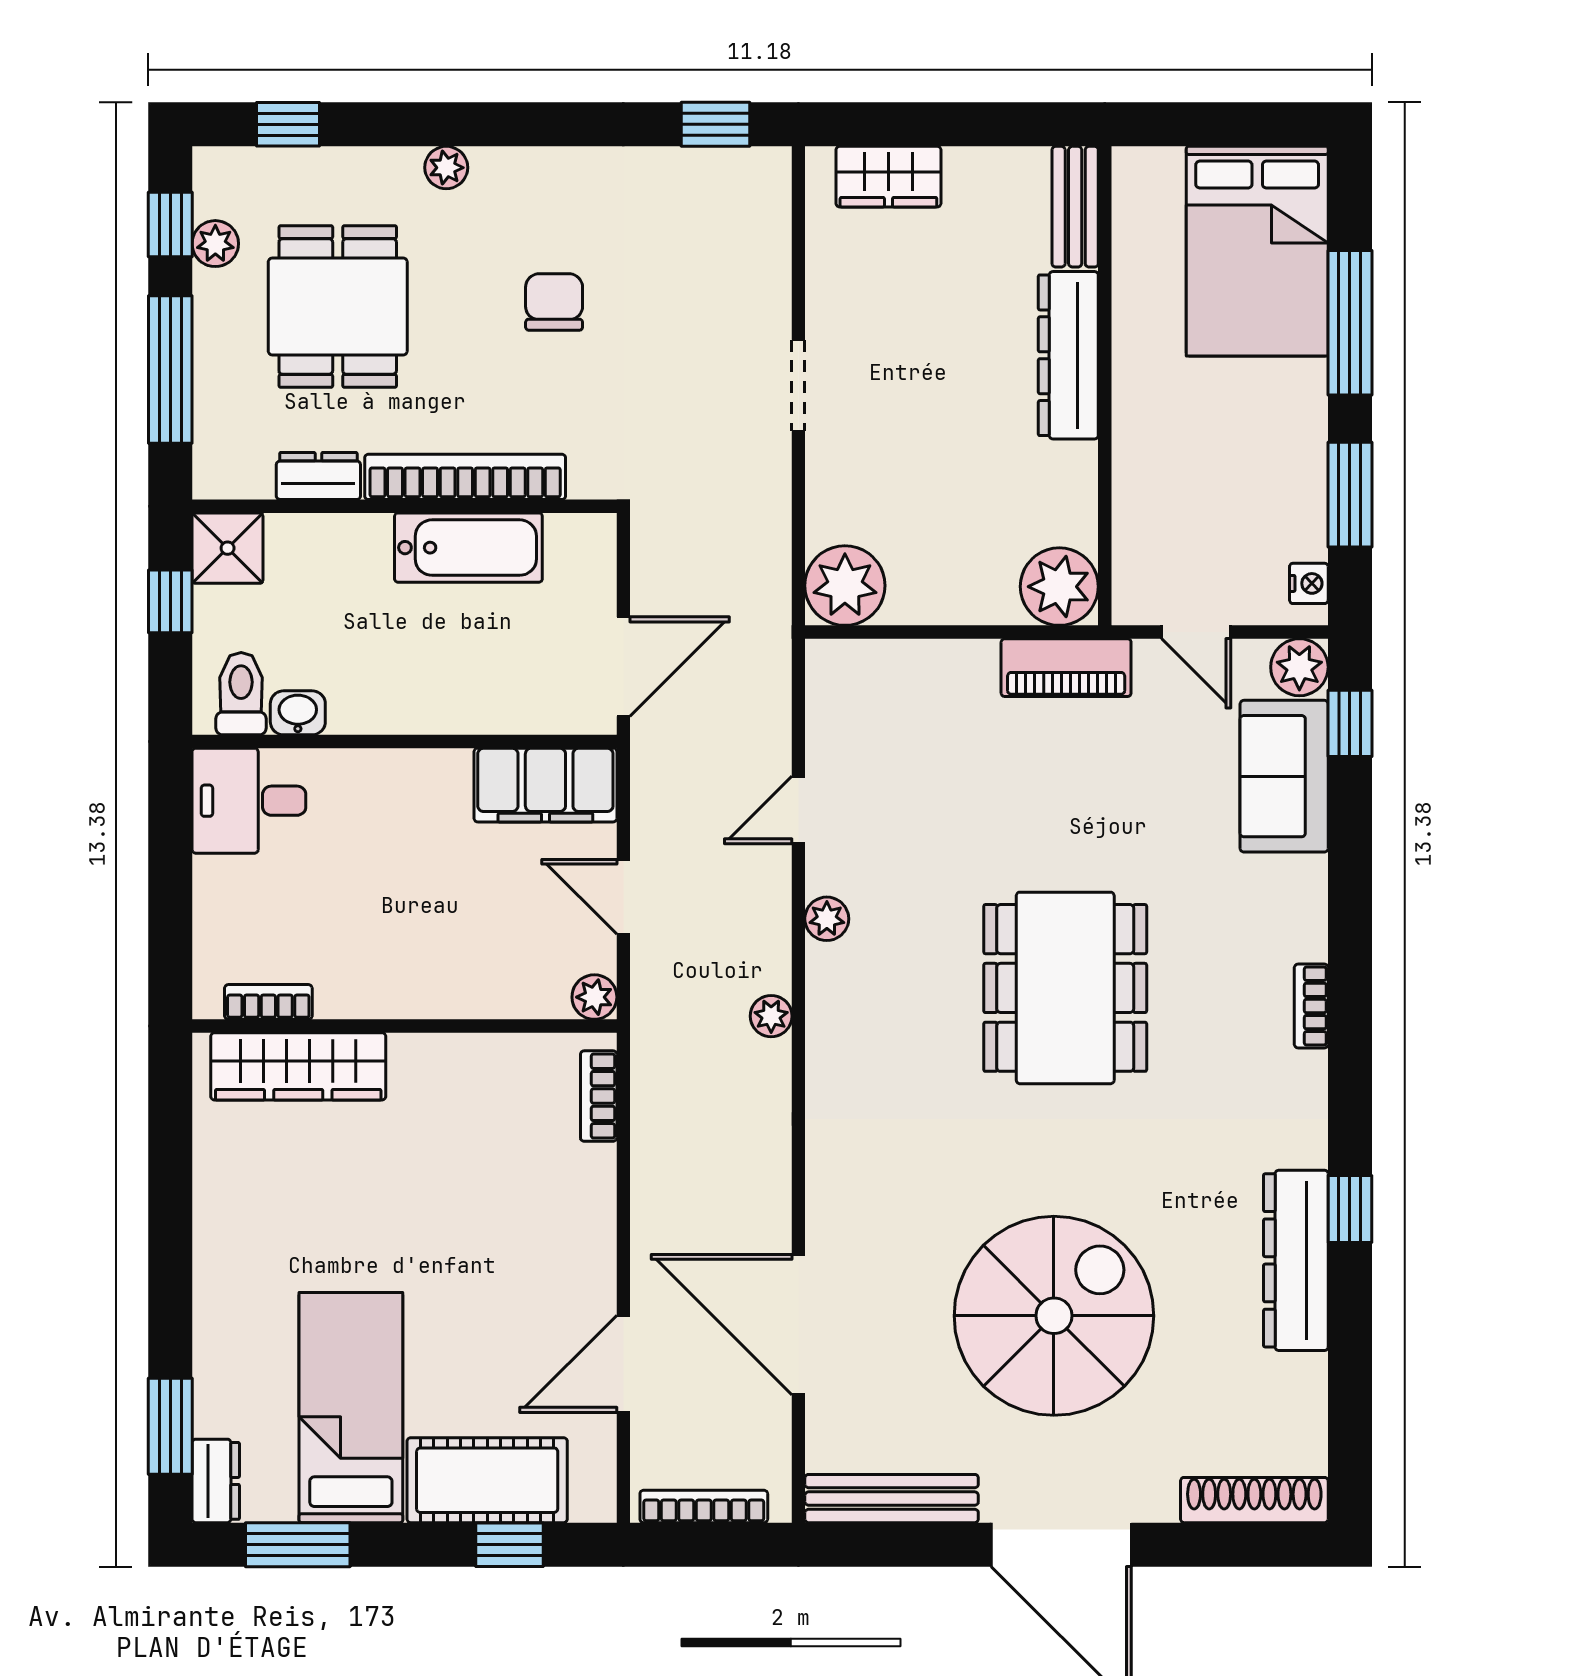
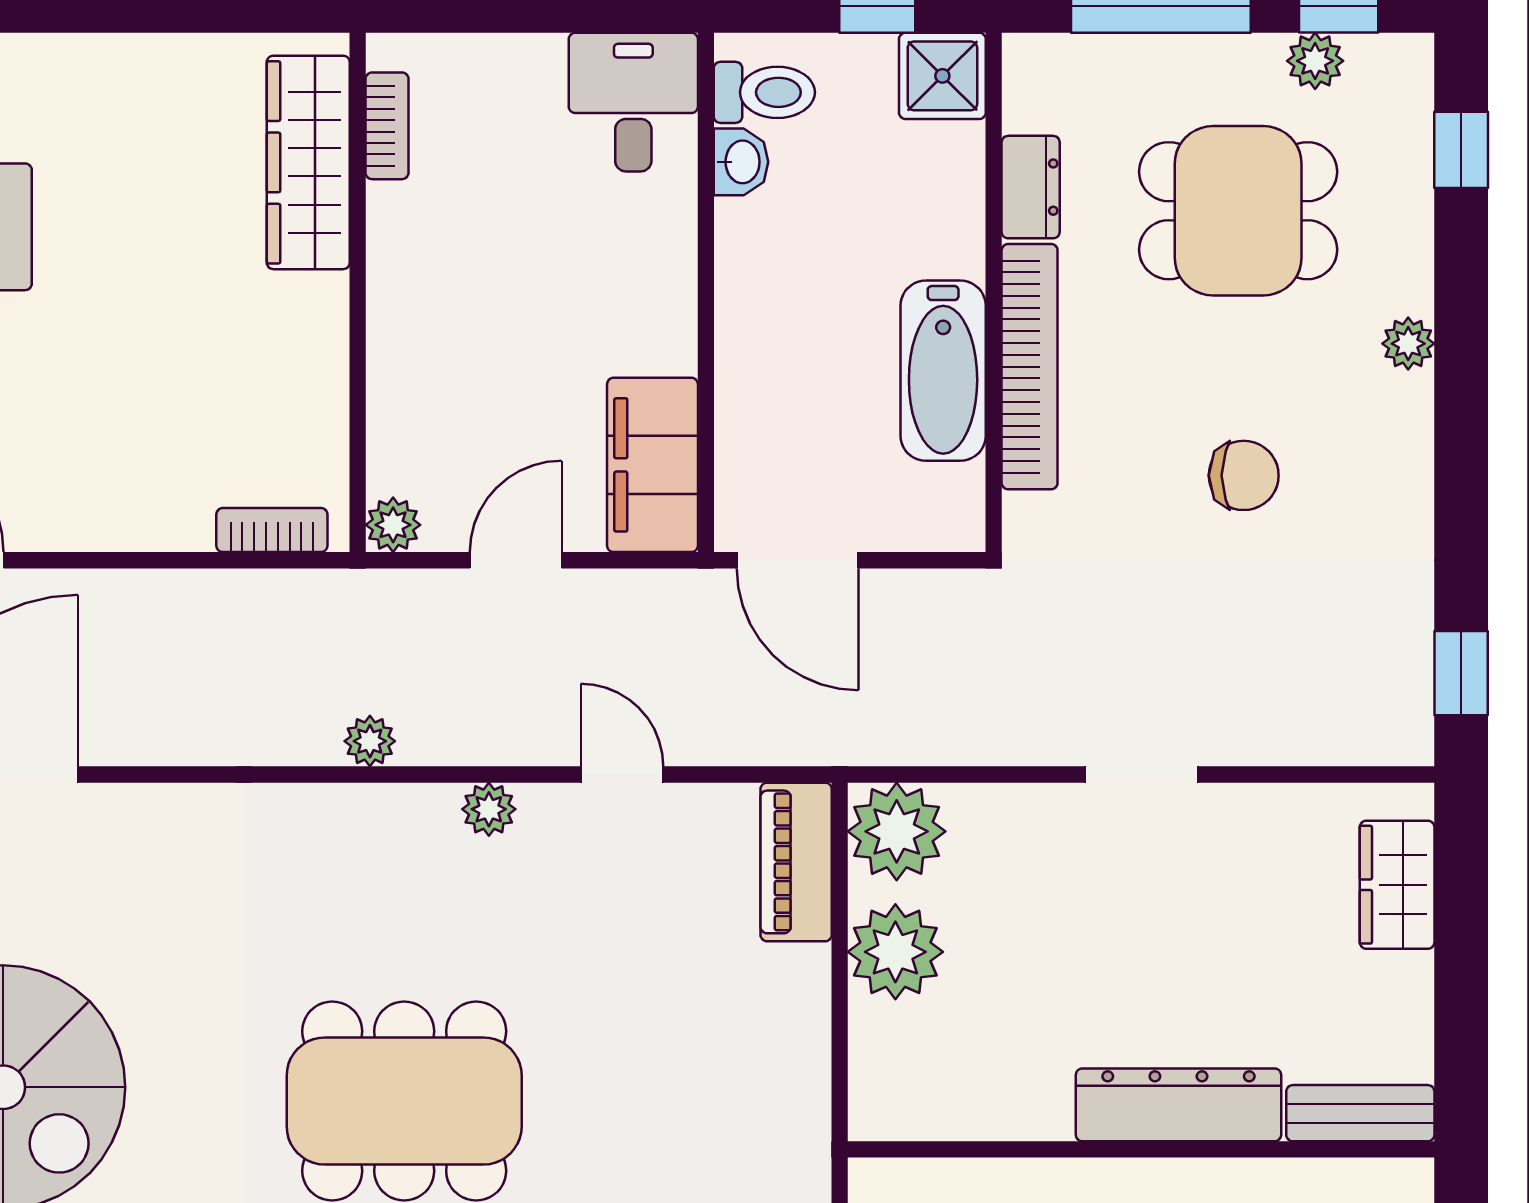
plant: (1059, 587) -> (895, 952), moved
piano: (1066, 668) -> (796, 862), moved

